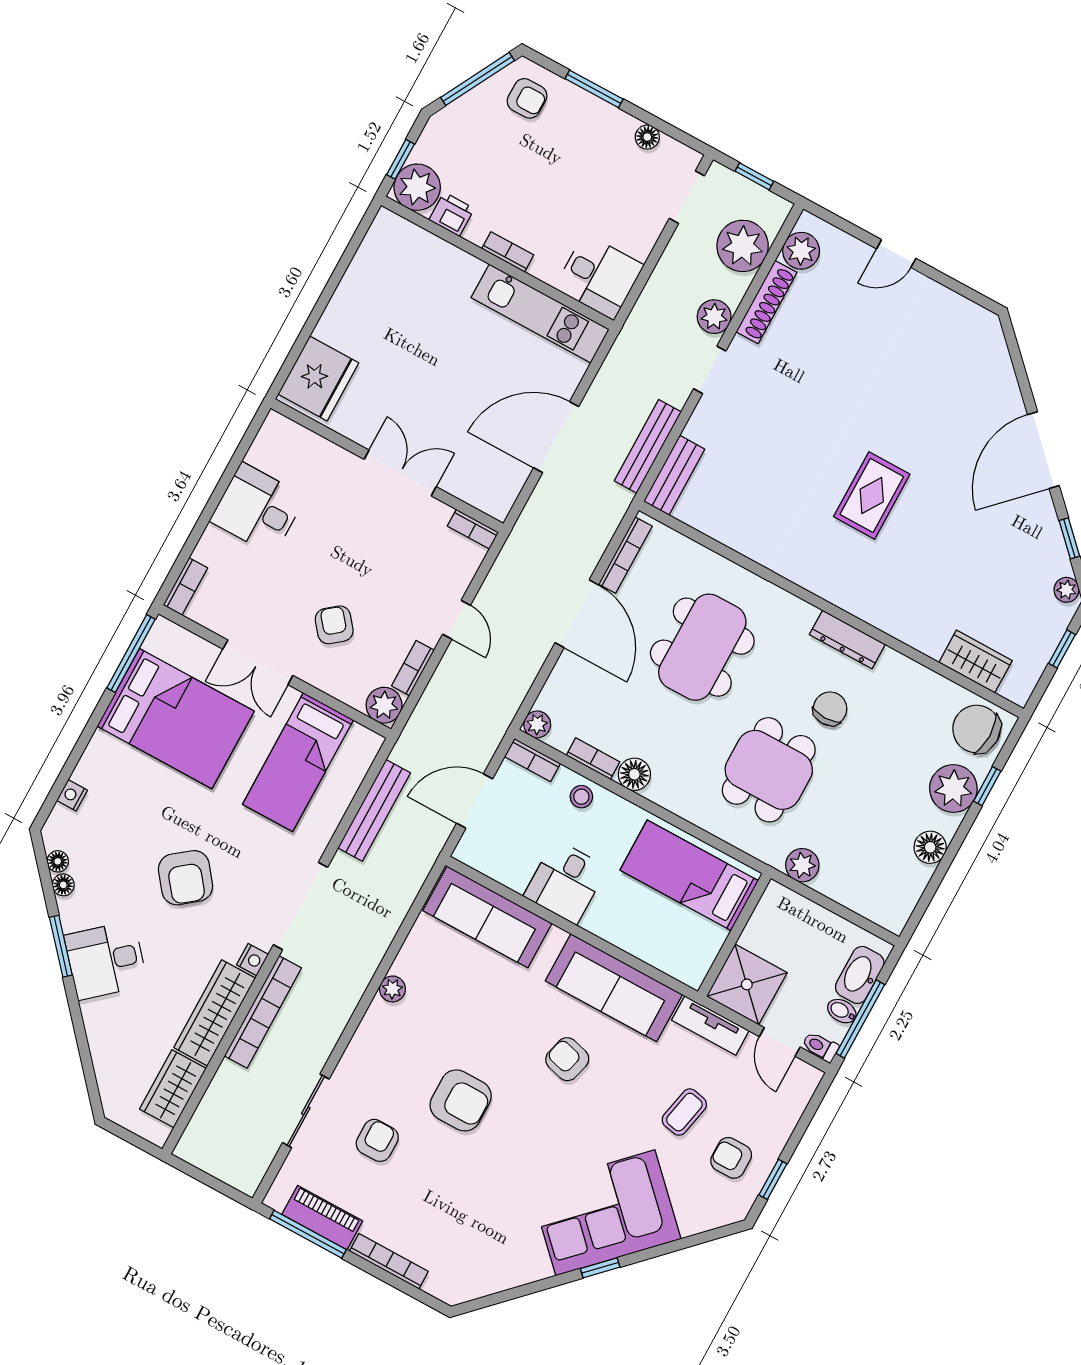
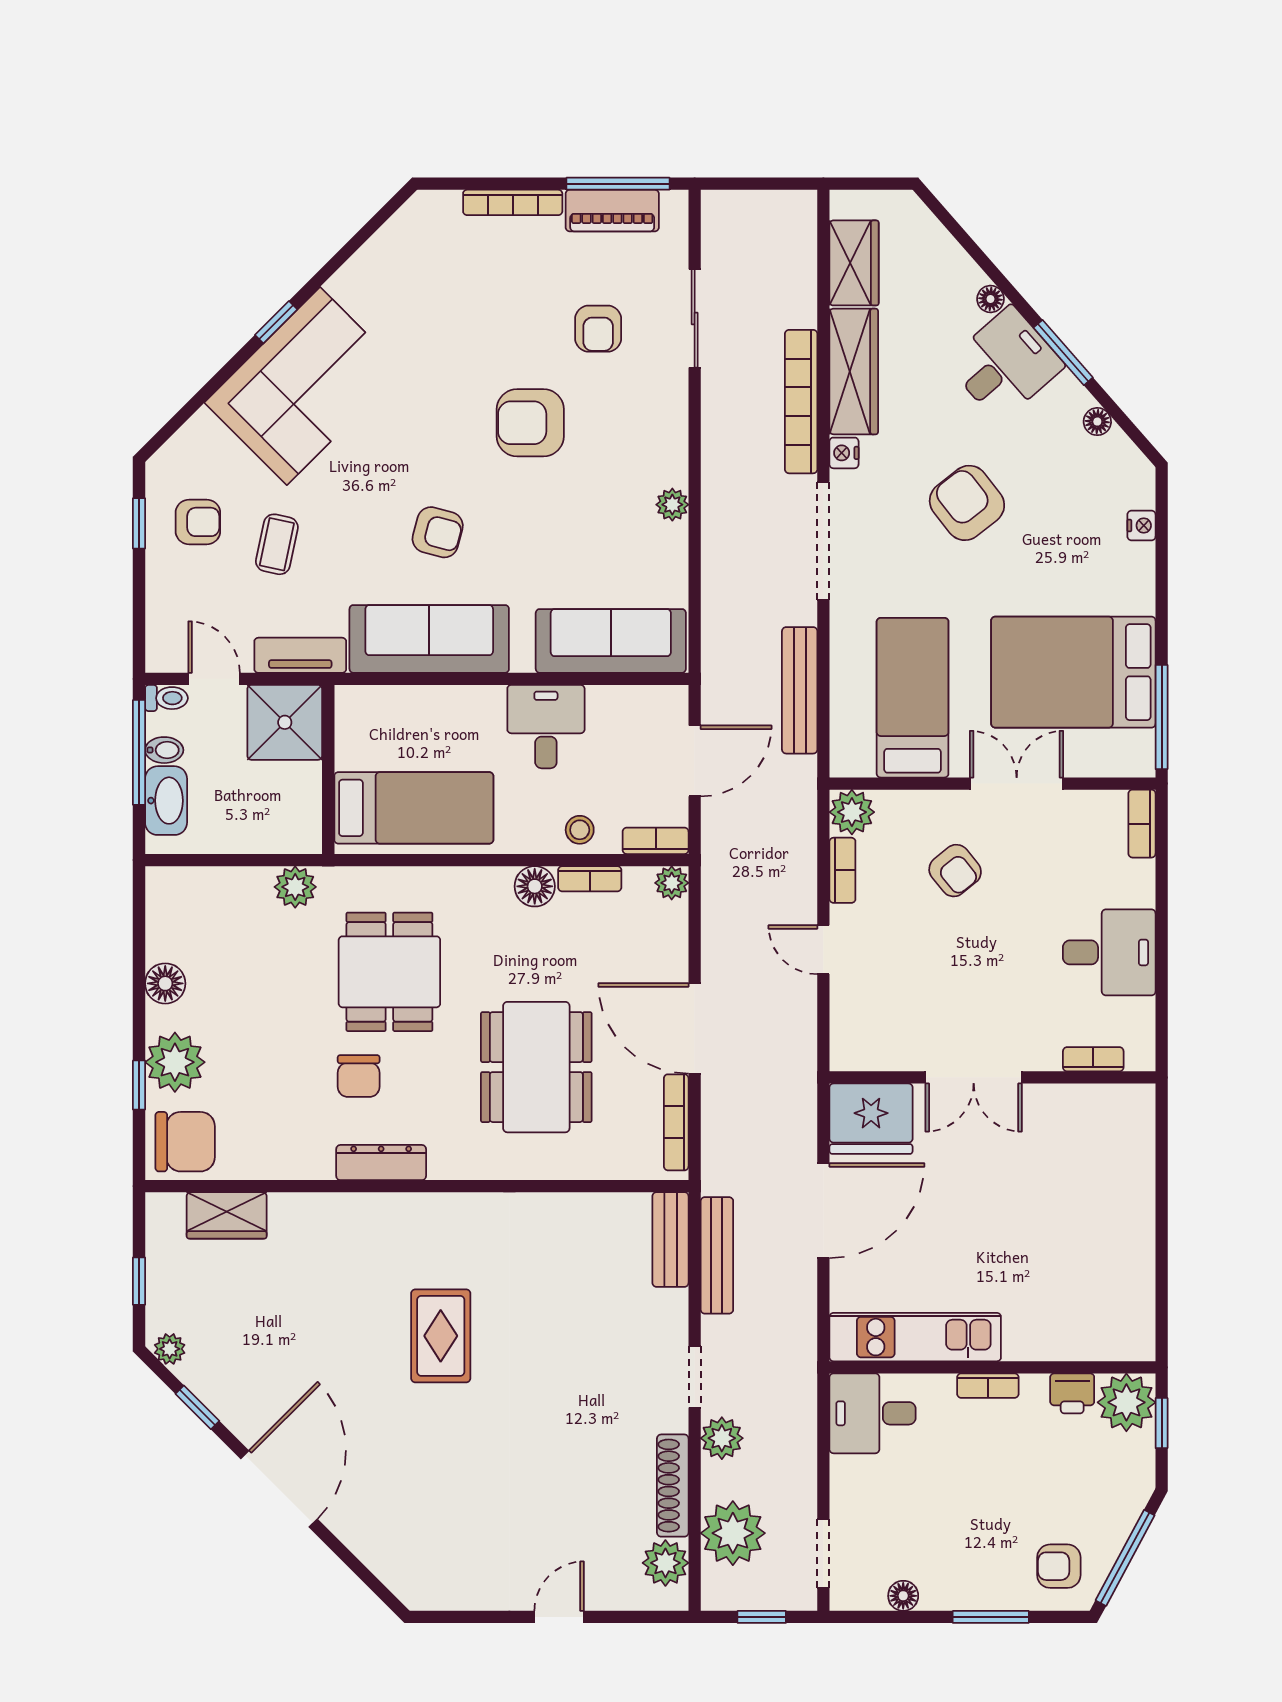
fridge: (318, 379) -> (871, 1119), moved, turned -90
bookcase: (473, 529) -> (1093, 1059), moved
floor lamp: (58, 861) -> (990, 299), moved

